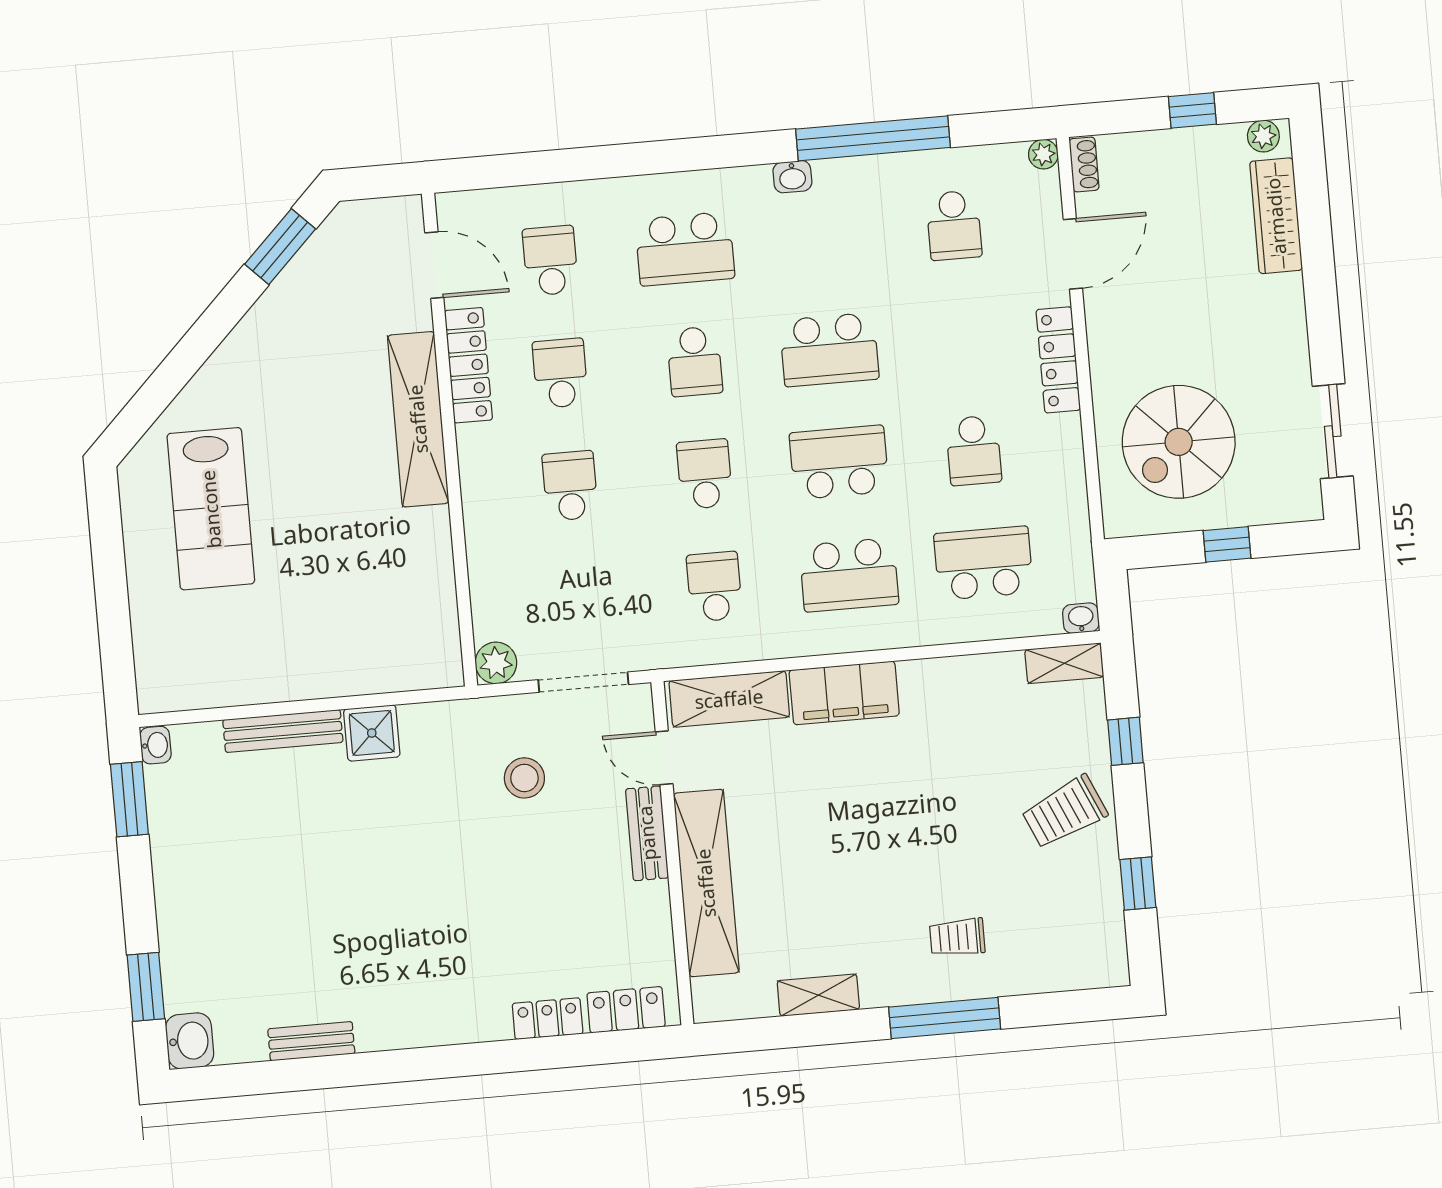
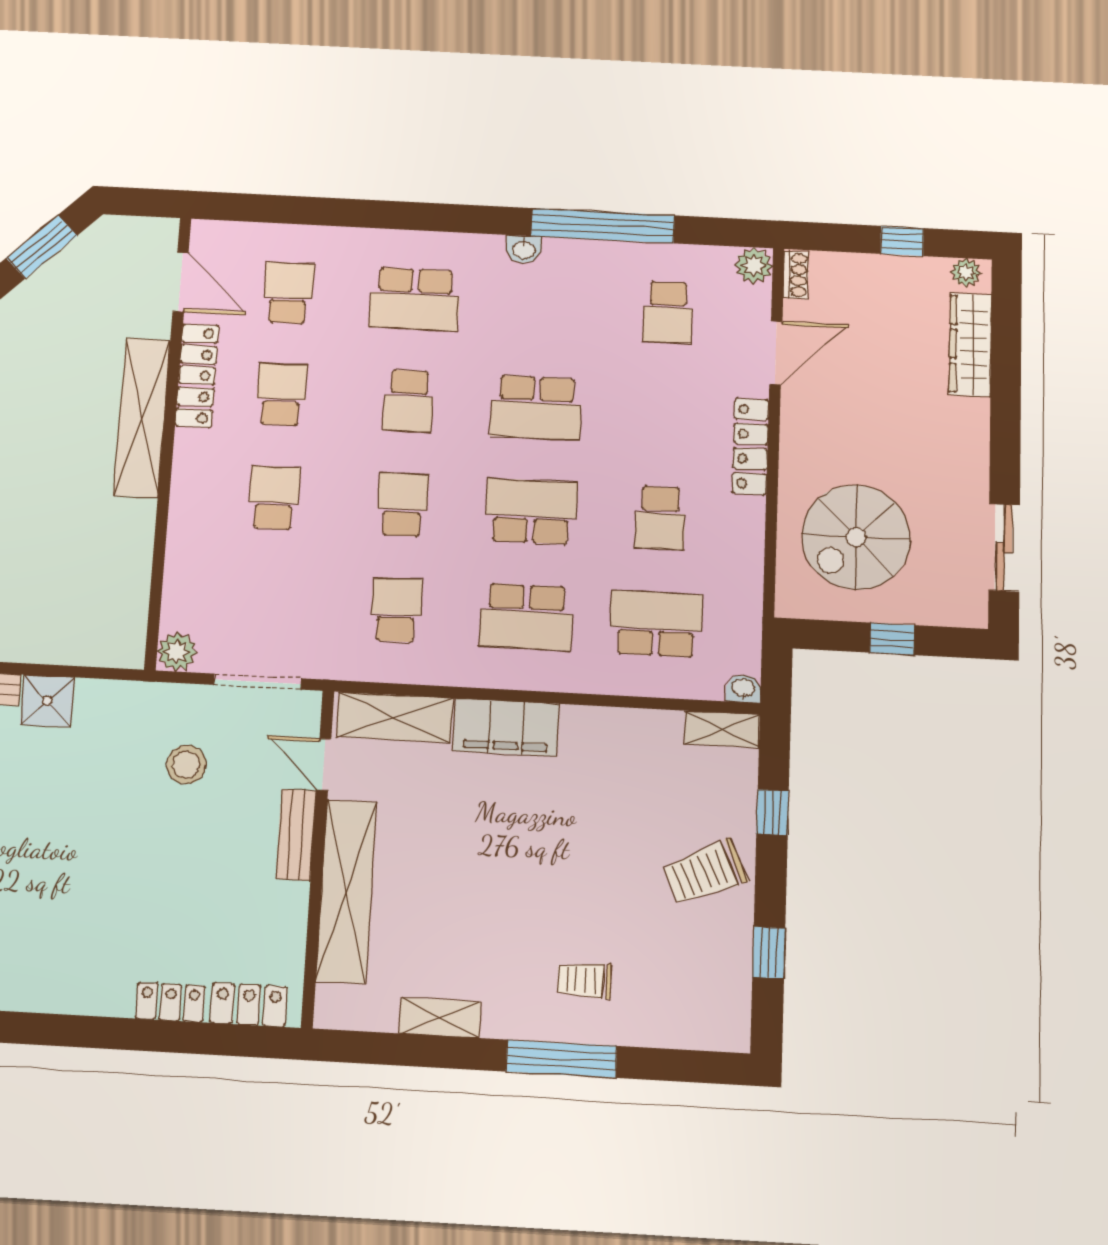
plant: (1043, 154) -> (754, 265), width x1.38, depth x1.38

